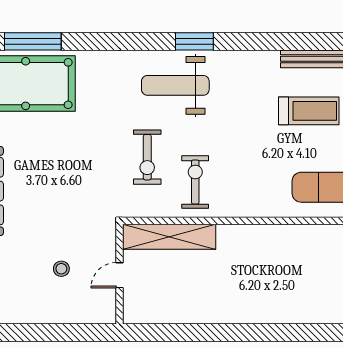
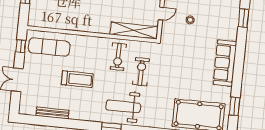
weight bench: (175, 85) -> (123, 106), turned 180
treadmill: (309, 111) -> (77, 79), moved, turned 180

